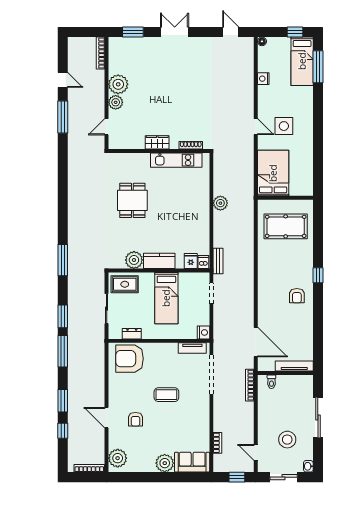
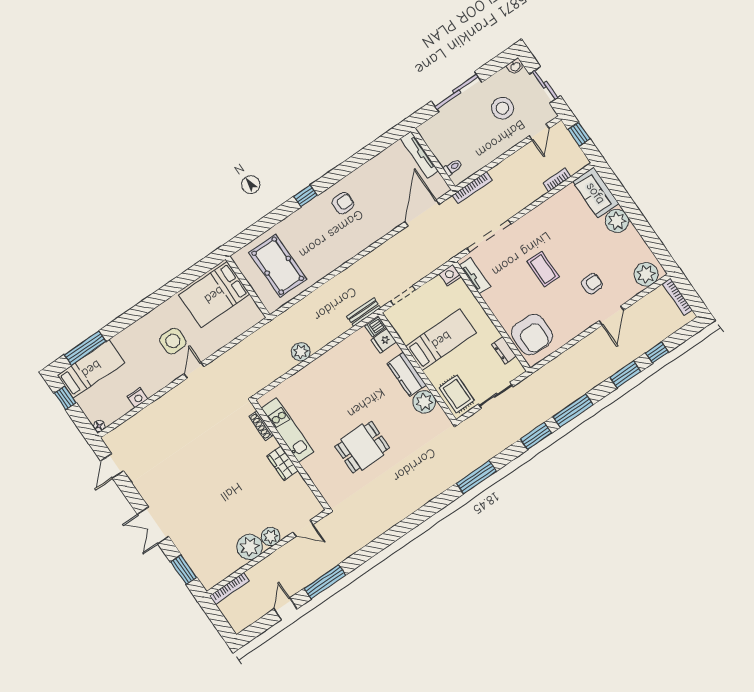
bed: (273, 173) -> (214, 295), moved

